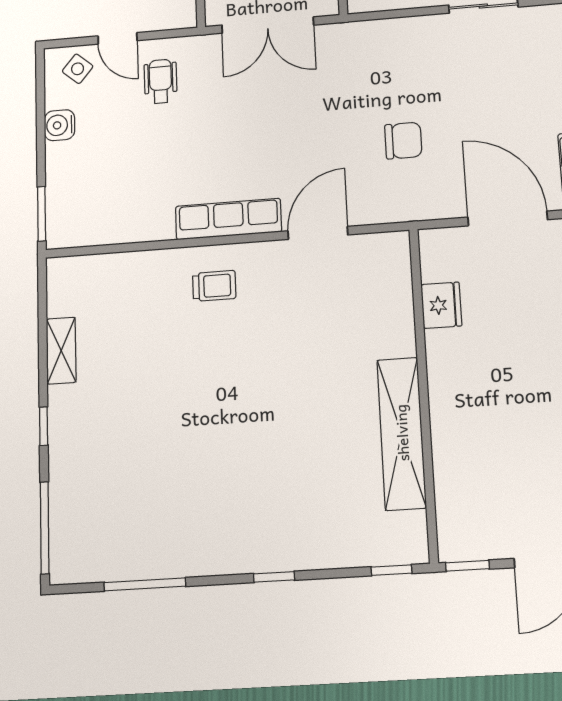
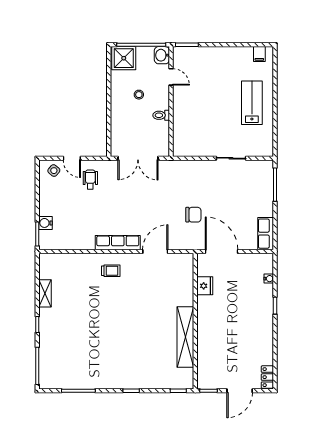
water cooler: (59, 125) -> (45, 223), moved
door: (508, 218) -> (222, 252), moved

